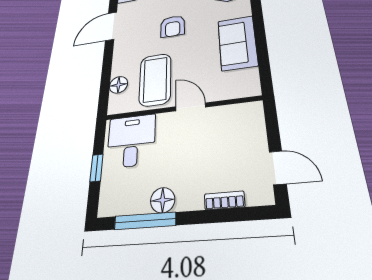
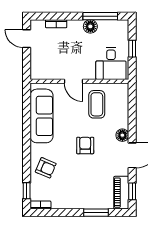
sofa: (237, 43) -> (41, 116), width x1.36
coffee table: (155, 79) -> (97, 104), width x0.73, depth x0.76
floor lamp: (119, 85) -> (122, 135), moved

